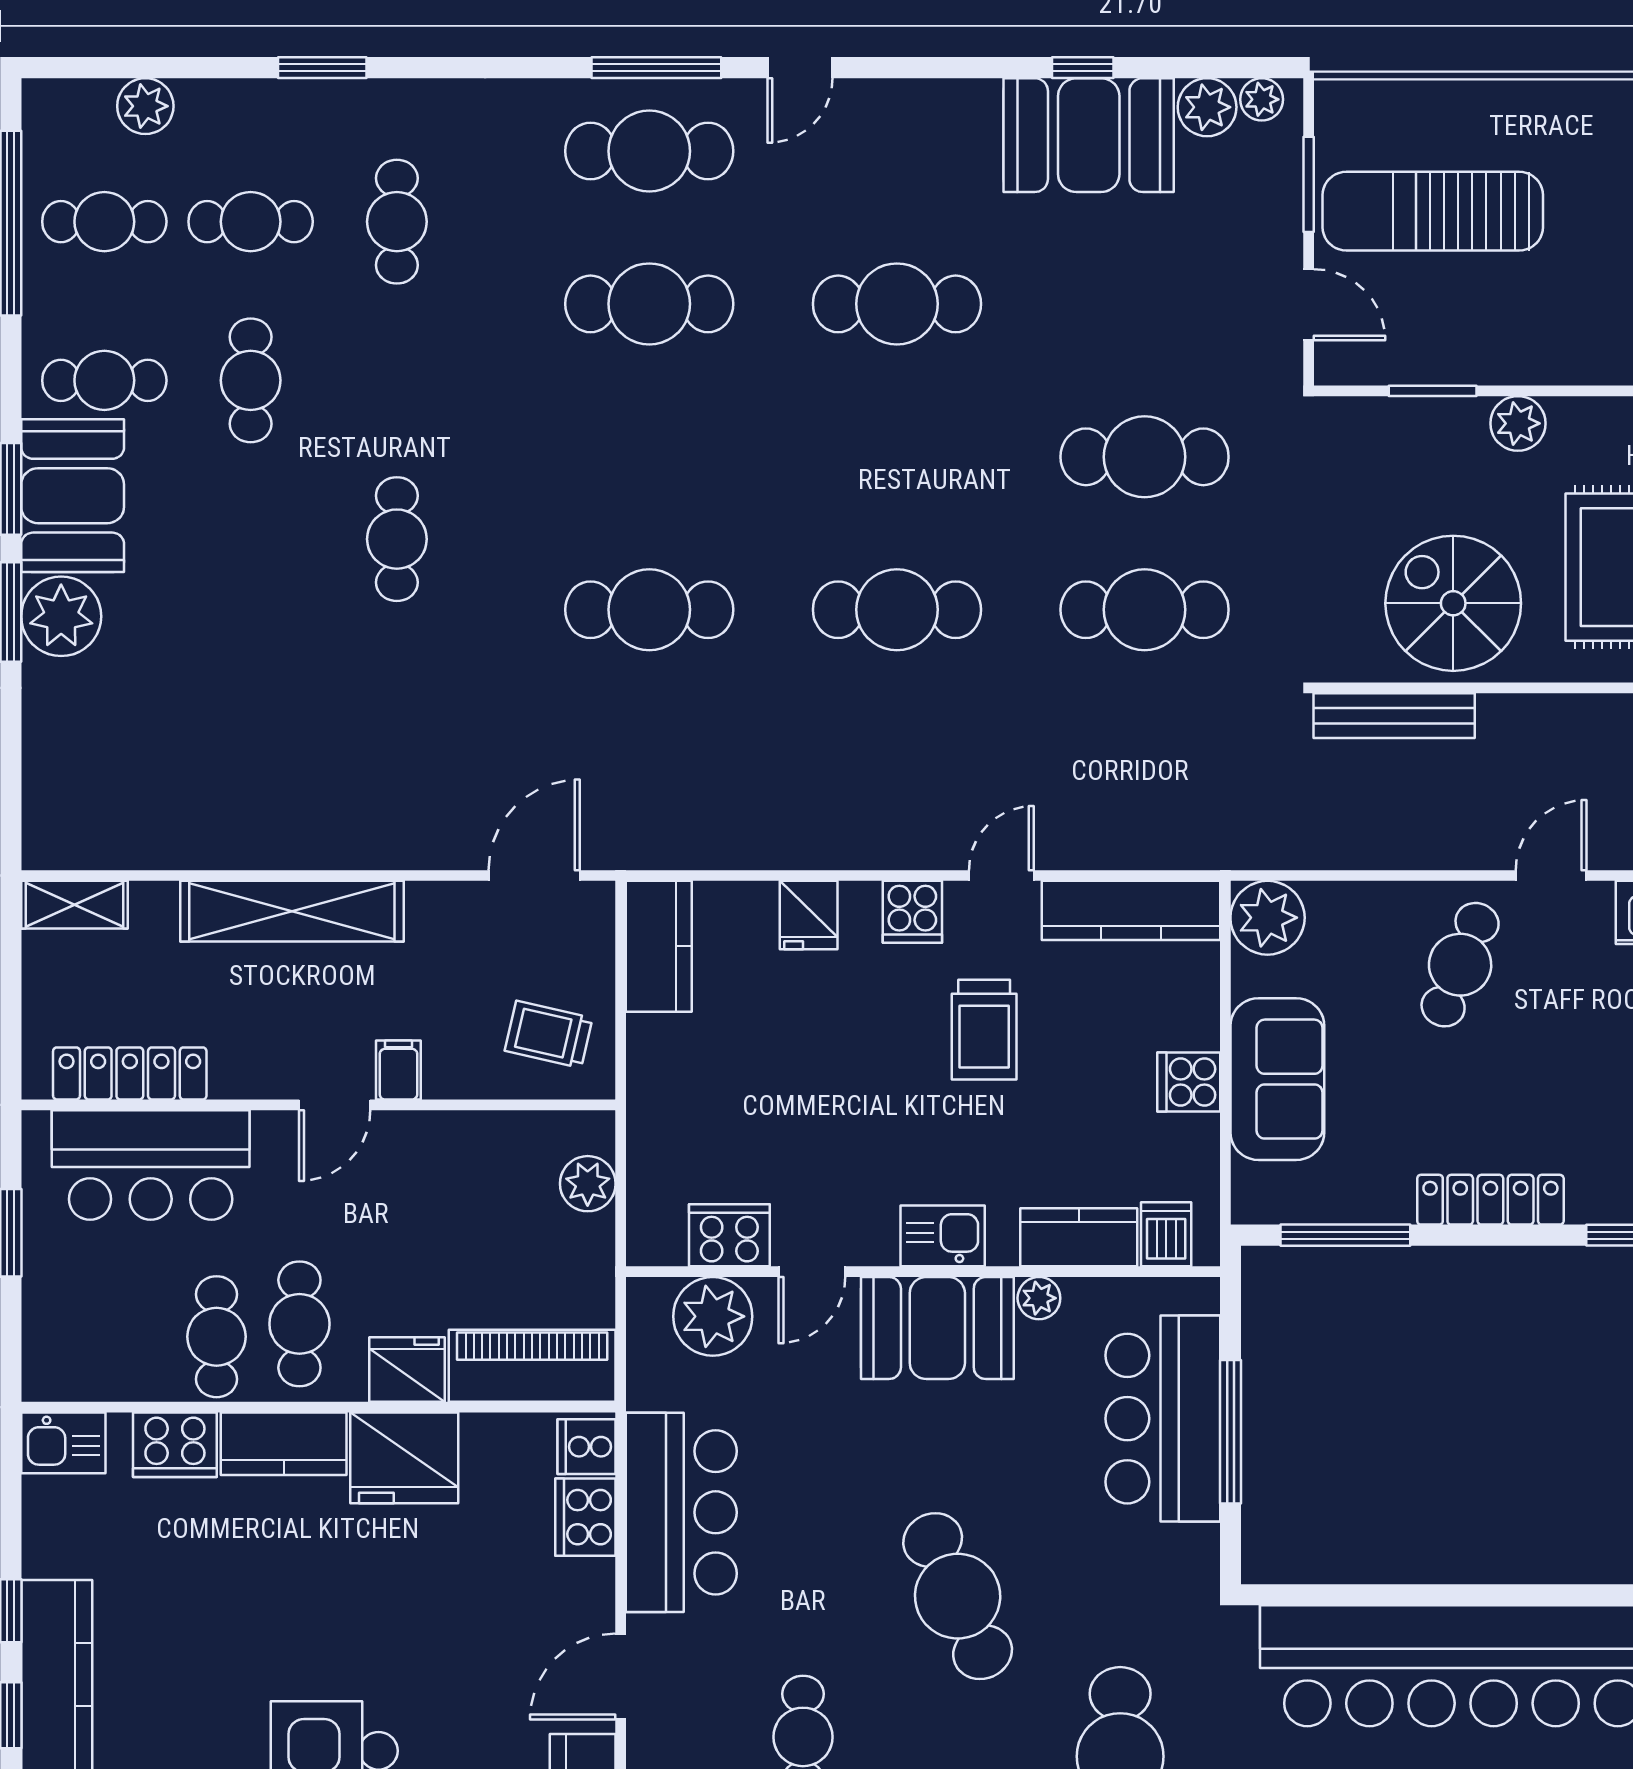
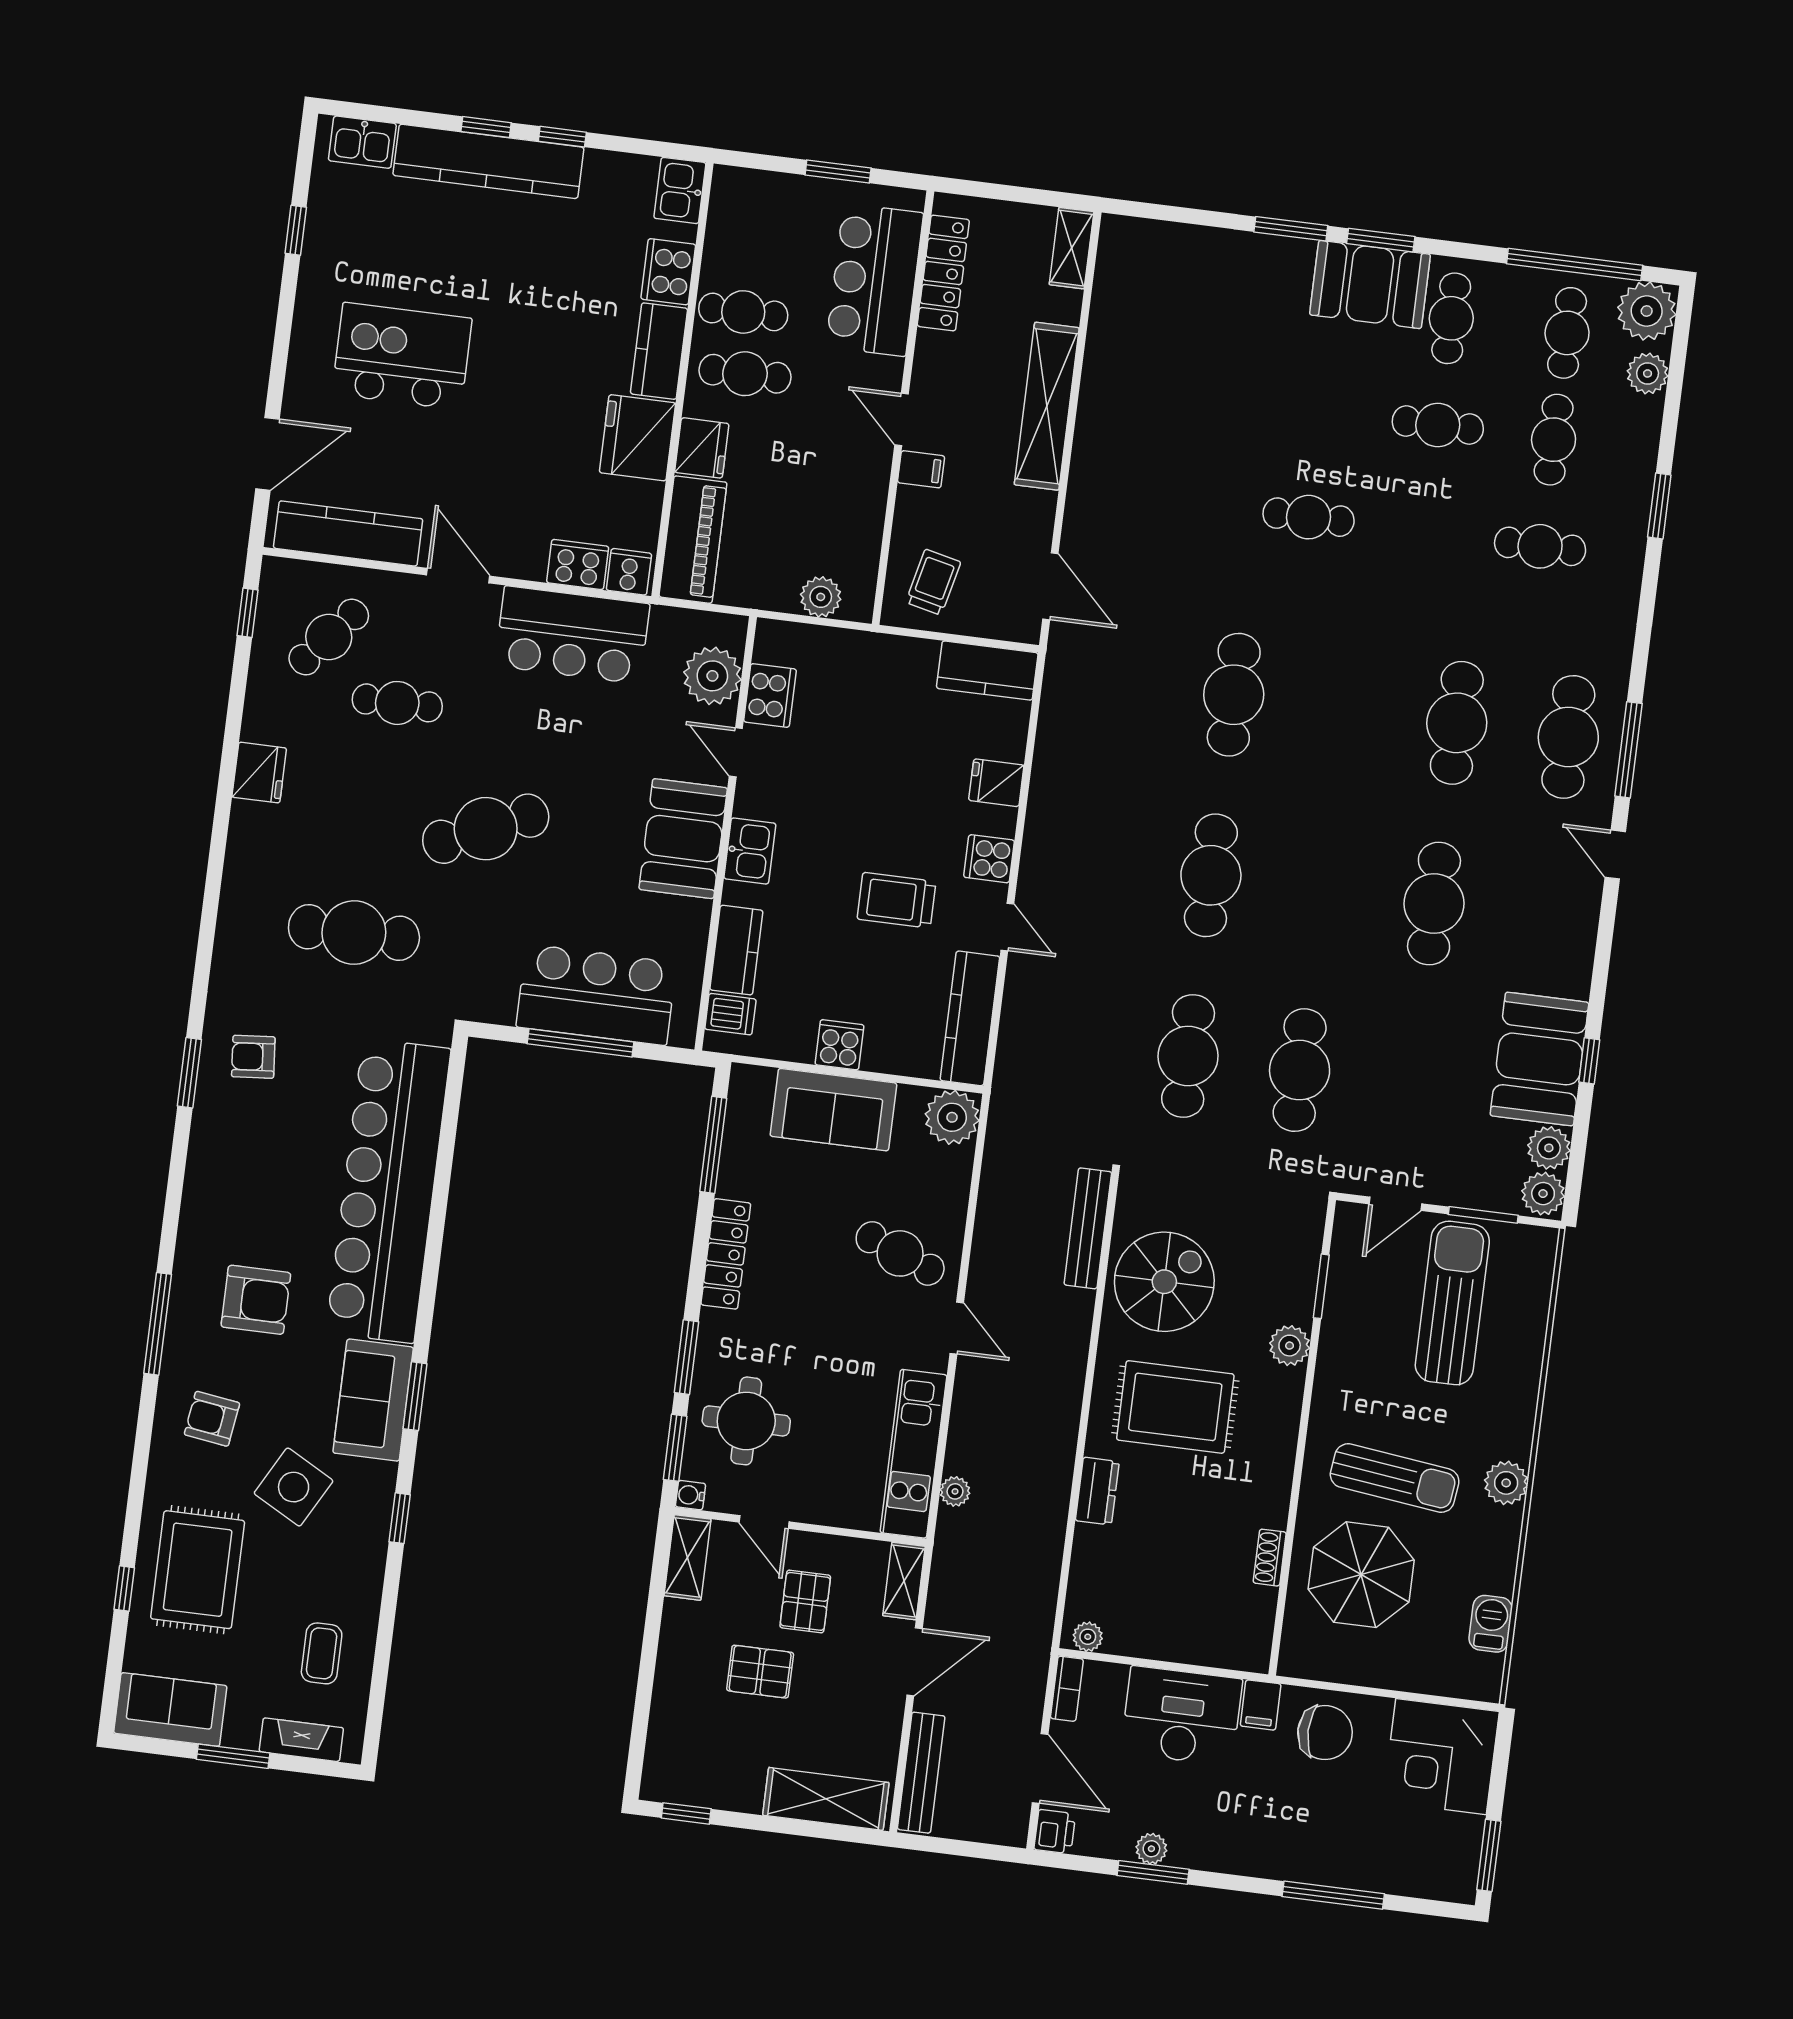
plant: (1262, 99) -> (1543, 1194), width x1.38, depth x1.38
plant: (61, 616) -> (1647, 311), moved
plant: (1039, 1298) -> (696, 916), removed

